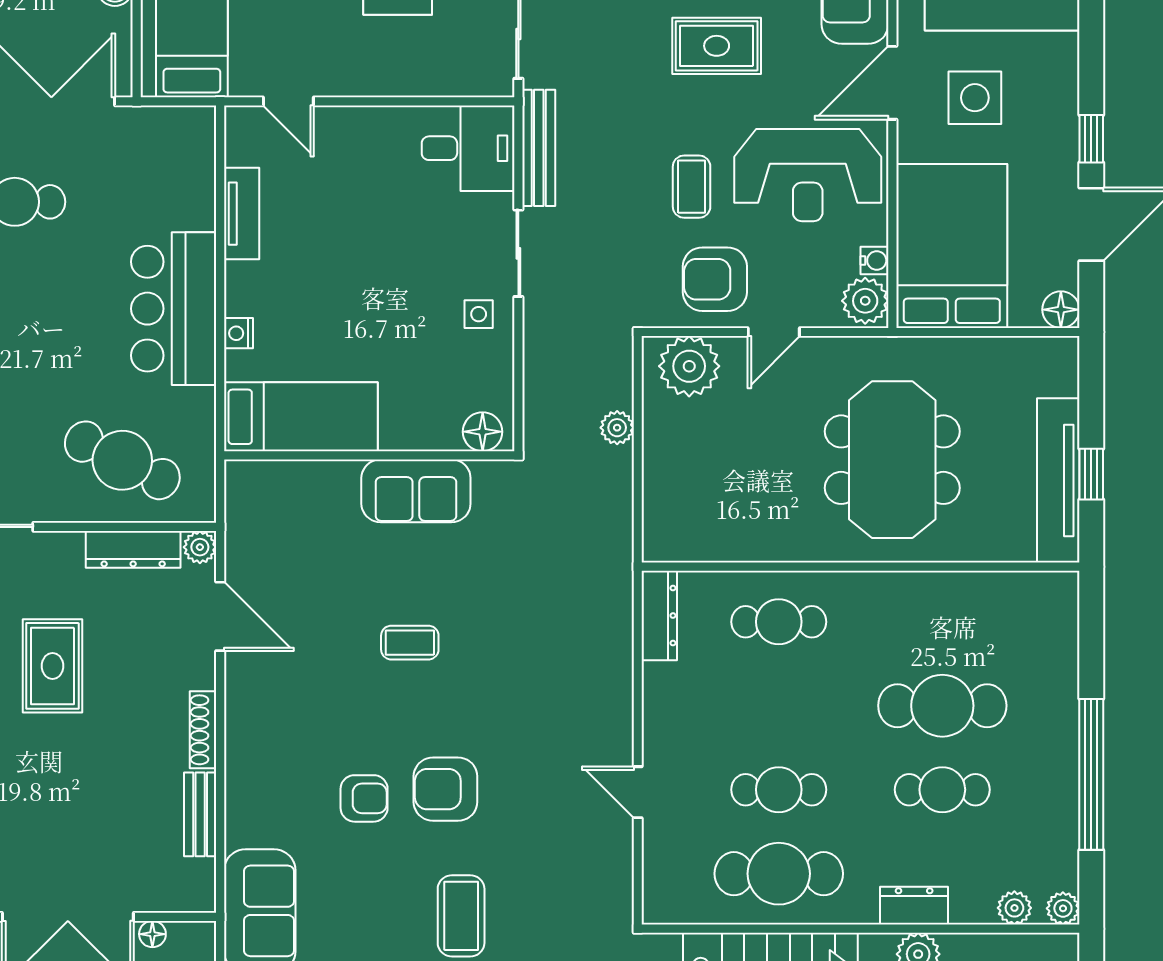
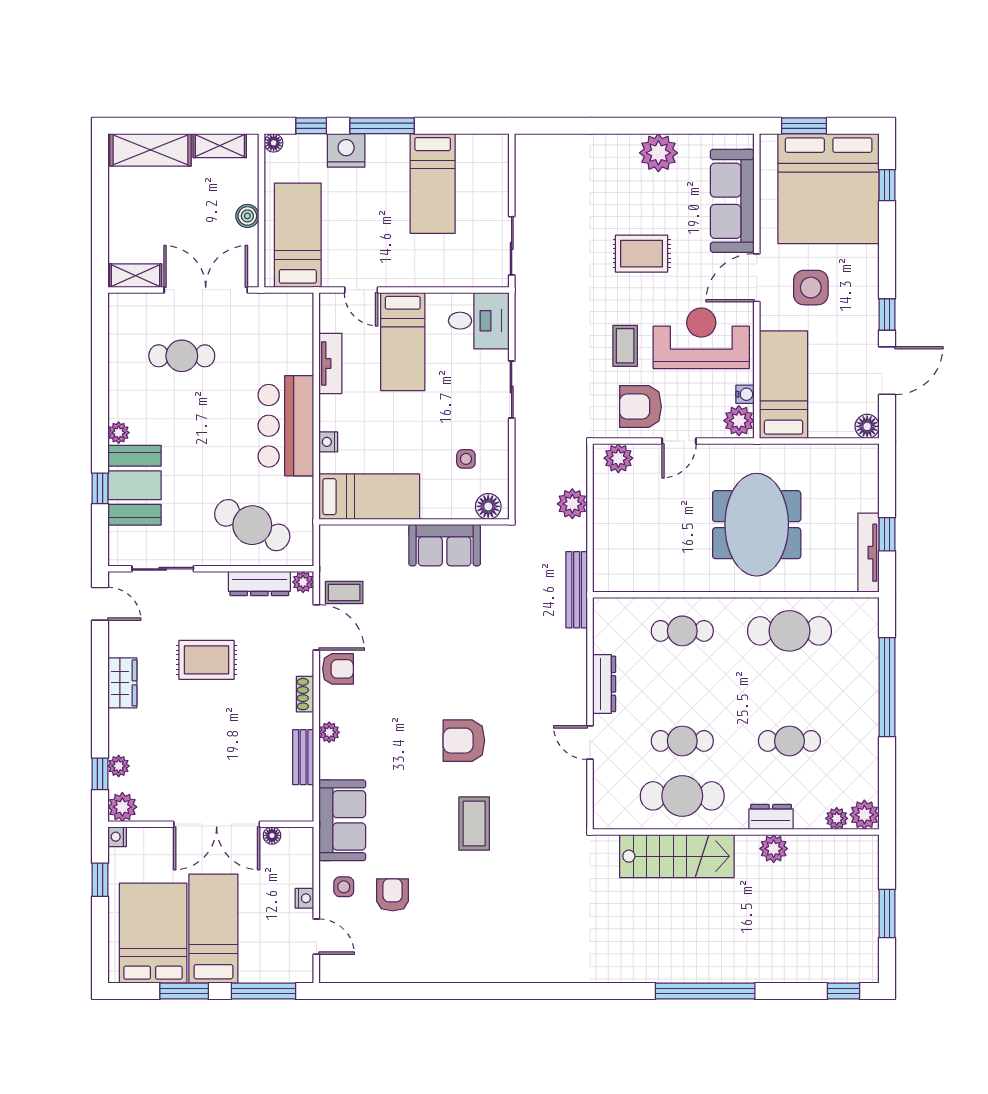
bench: (539, 148) -> (577, 590), moved
reception desk: (808, 175) -> (701, 338), turned 180
bed: (352, 180) -> (403, 342), added
bed: (952, 246) -> (784, 385), width x0.67
side table: (479, 314) -> (466, 459), moved
plant: (689, 366) -> (618, 458), width x0.73, depth x0.73
plant: (617, 428) -> (572, 504), width x1.38, depth x1.38
tv unit: (1058, 480) -> (868, 553), width x0.73, depth x0.78
dresser: (659, 616) -> (604, 684), moved
coffee table: (410, 643) -> (344, 593), moved
rug: (53, 666) -> (207, 660), turned 90
cafe table: (942, 706) -> (789, 631), moved
shoe rack: (203, 730) -> (305, 694), width x0.70
window: (1091, 774) -> (887, 687), moved
plant: (240, 777) -> (329, 732), added
armchair: (364, 798) -> (338, 669), moved
plant: (1063, 908) -> (864, 815), width x1.38, depth x1.38

